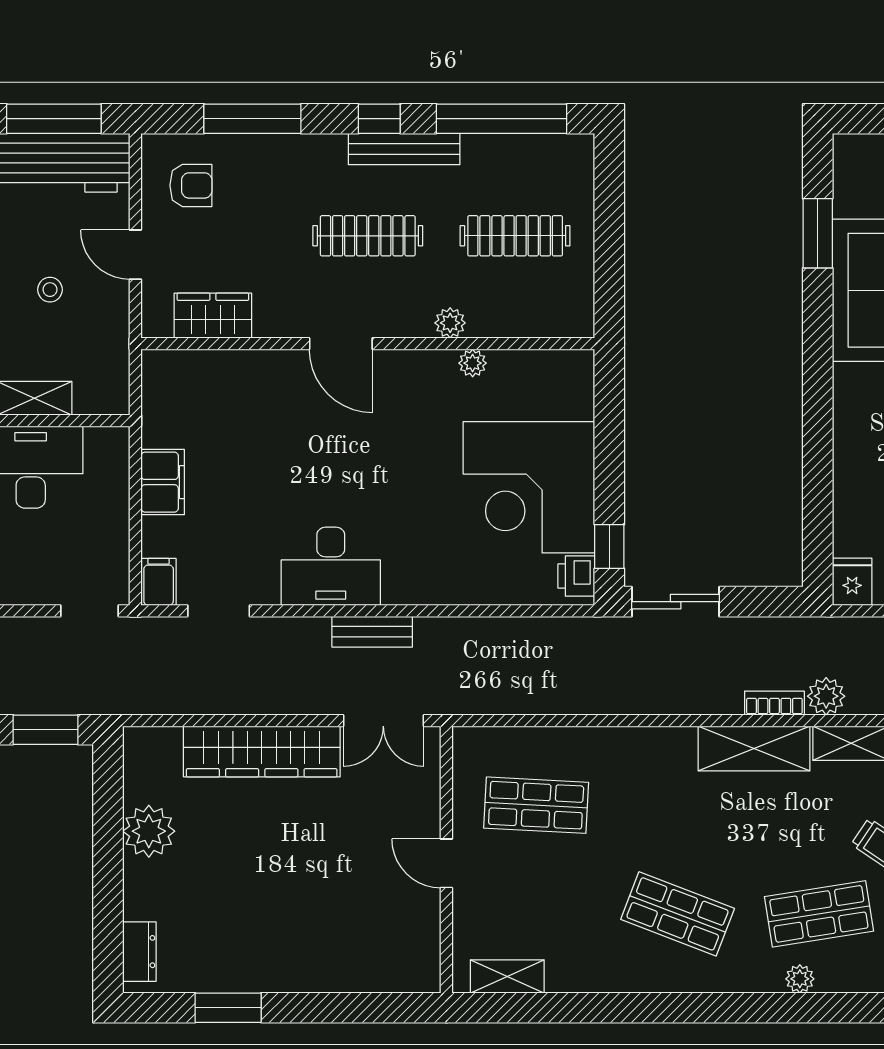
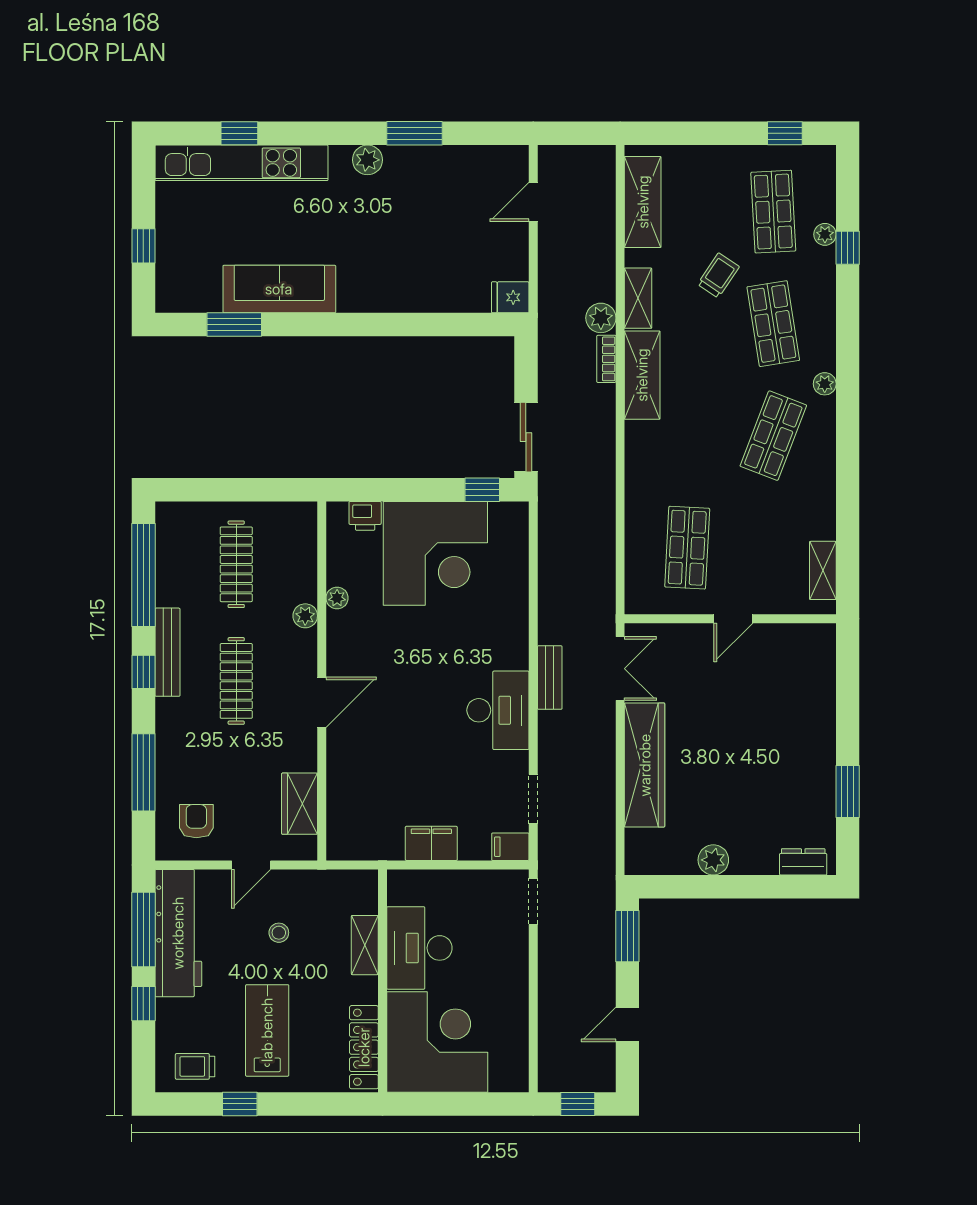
printer: (576, 576) -> (365, 516), moved
plant: (149, 831) -> (713, 860), width x0.73, depth x0.73
plant: (800, 979) -> (825, 384), moved

